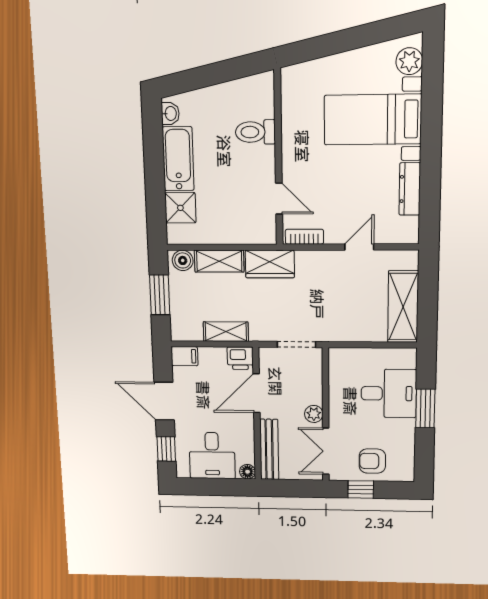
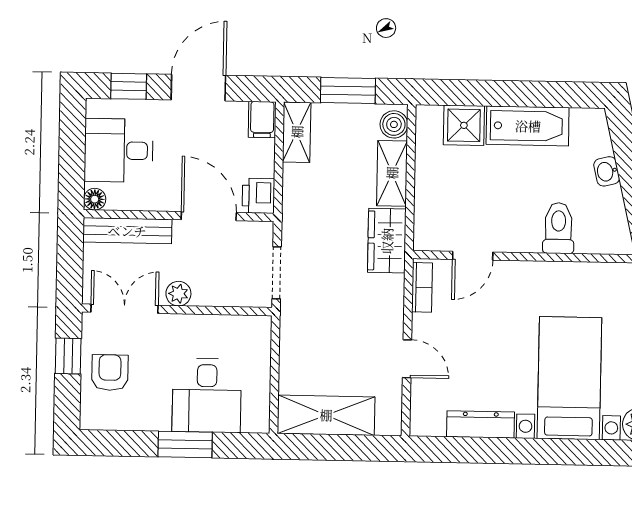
washbasin: (170, 113) -> (607, 171), moved, turned 77
shelving: (226, 332) -> (297, 132), moved

